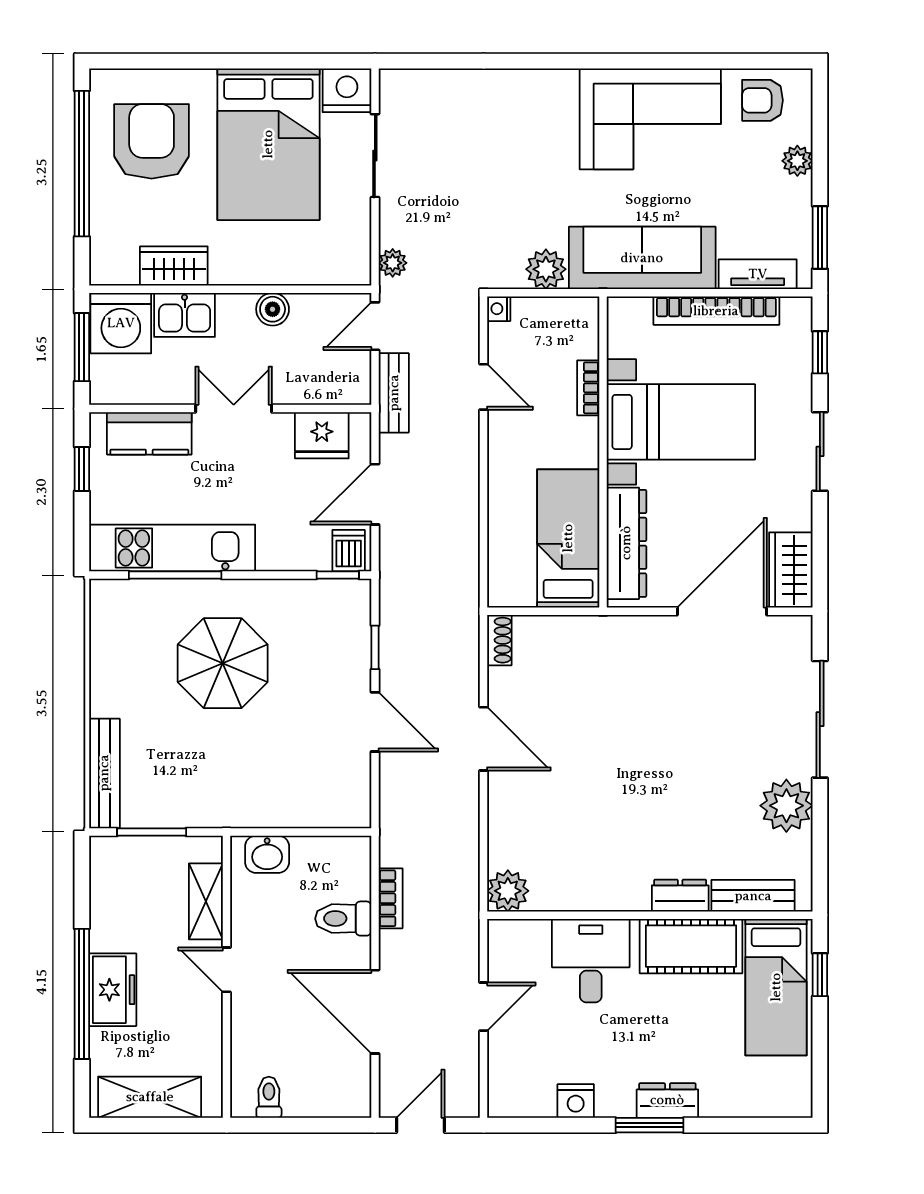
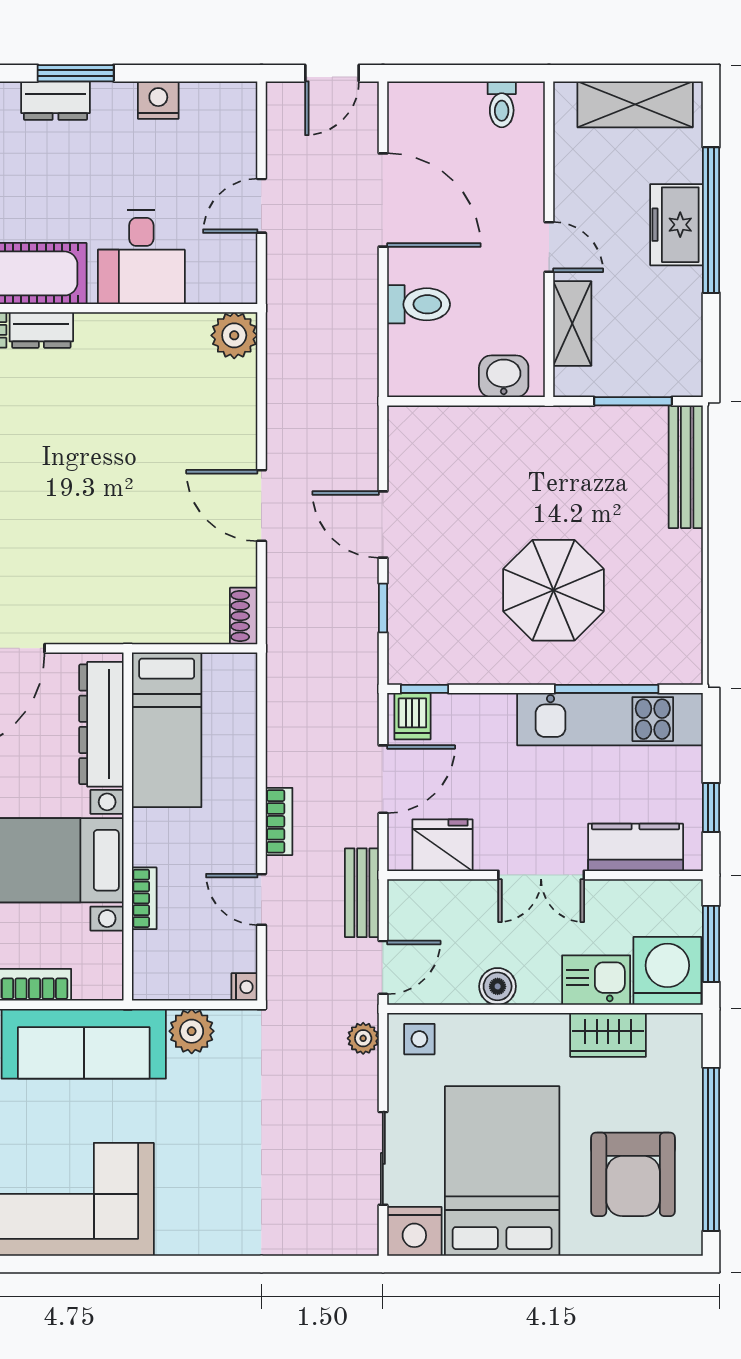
side table: (342, 262) -> (419, 1039), added
bookcase: (391, 898) -> (279, 821), moved, turned 180

